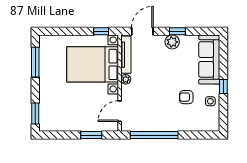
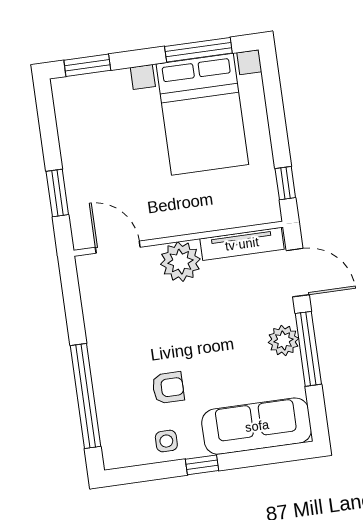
window: (177, 31) -> (308, 349), width x2.17
bed with nightstands: (93, 64) -> (202, 114), moved, turned 180
plant: (126, 79) -> (180, 262), width x1.88, depth x1.88
armchair: (186, 97) -> (168, 388), turned 90
window: (154, 135) -> (85, 396), moved

